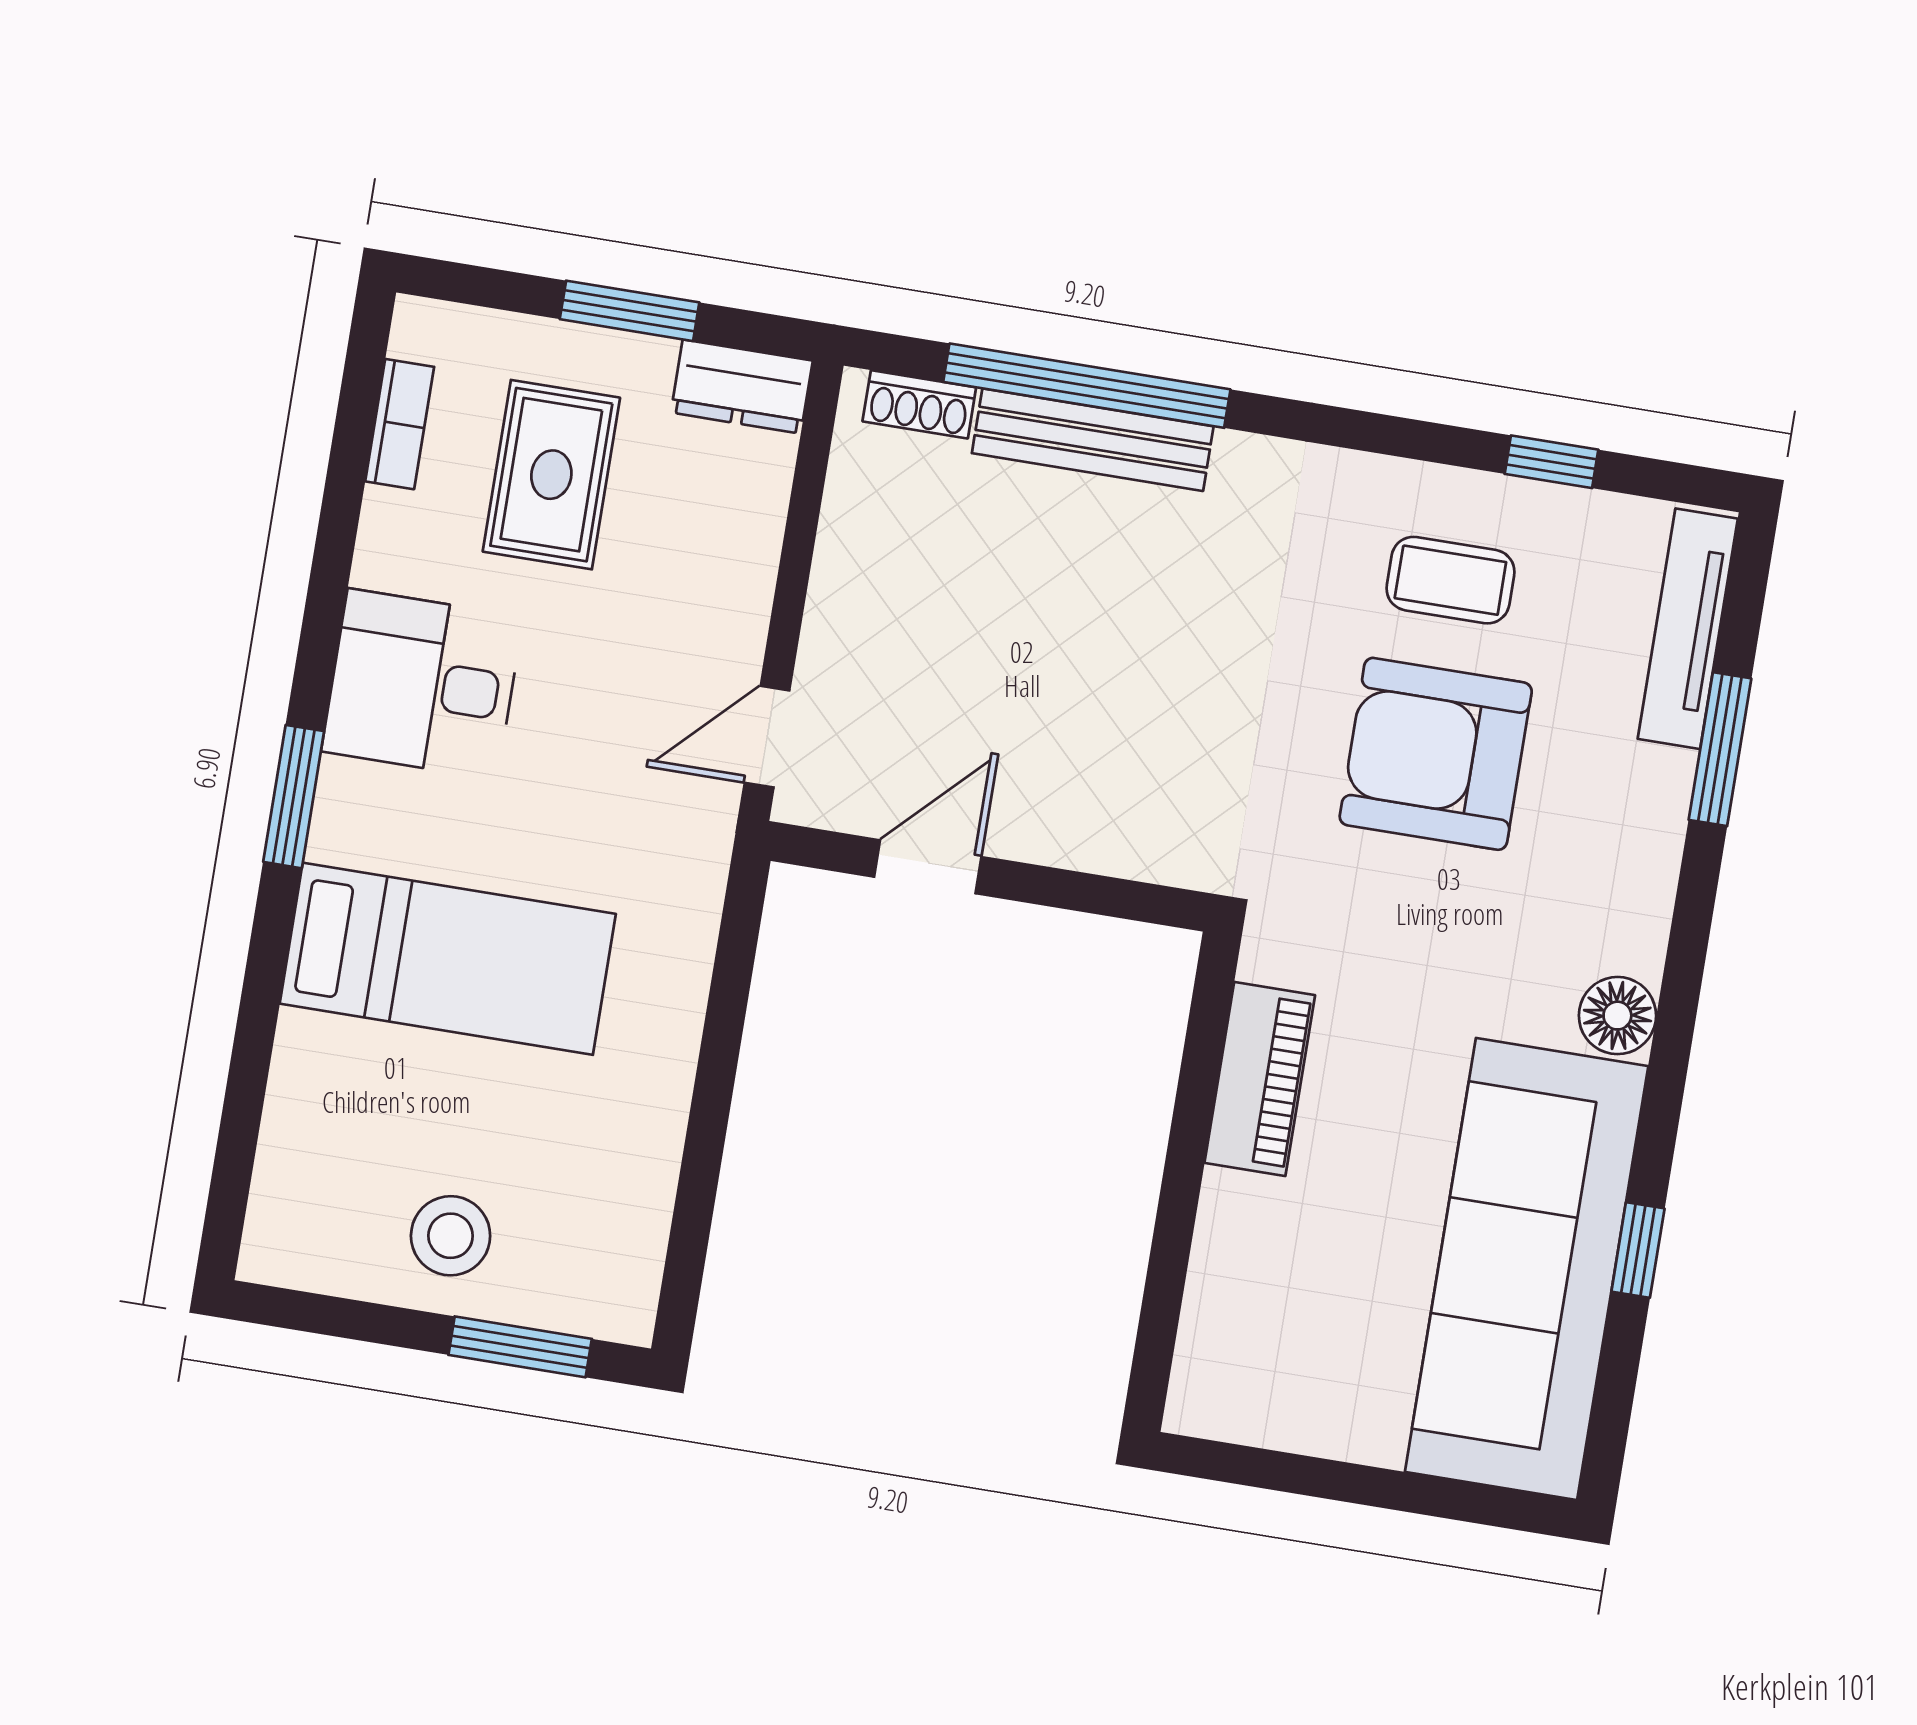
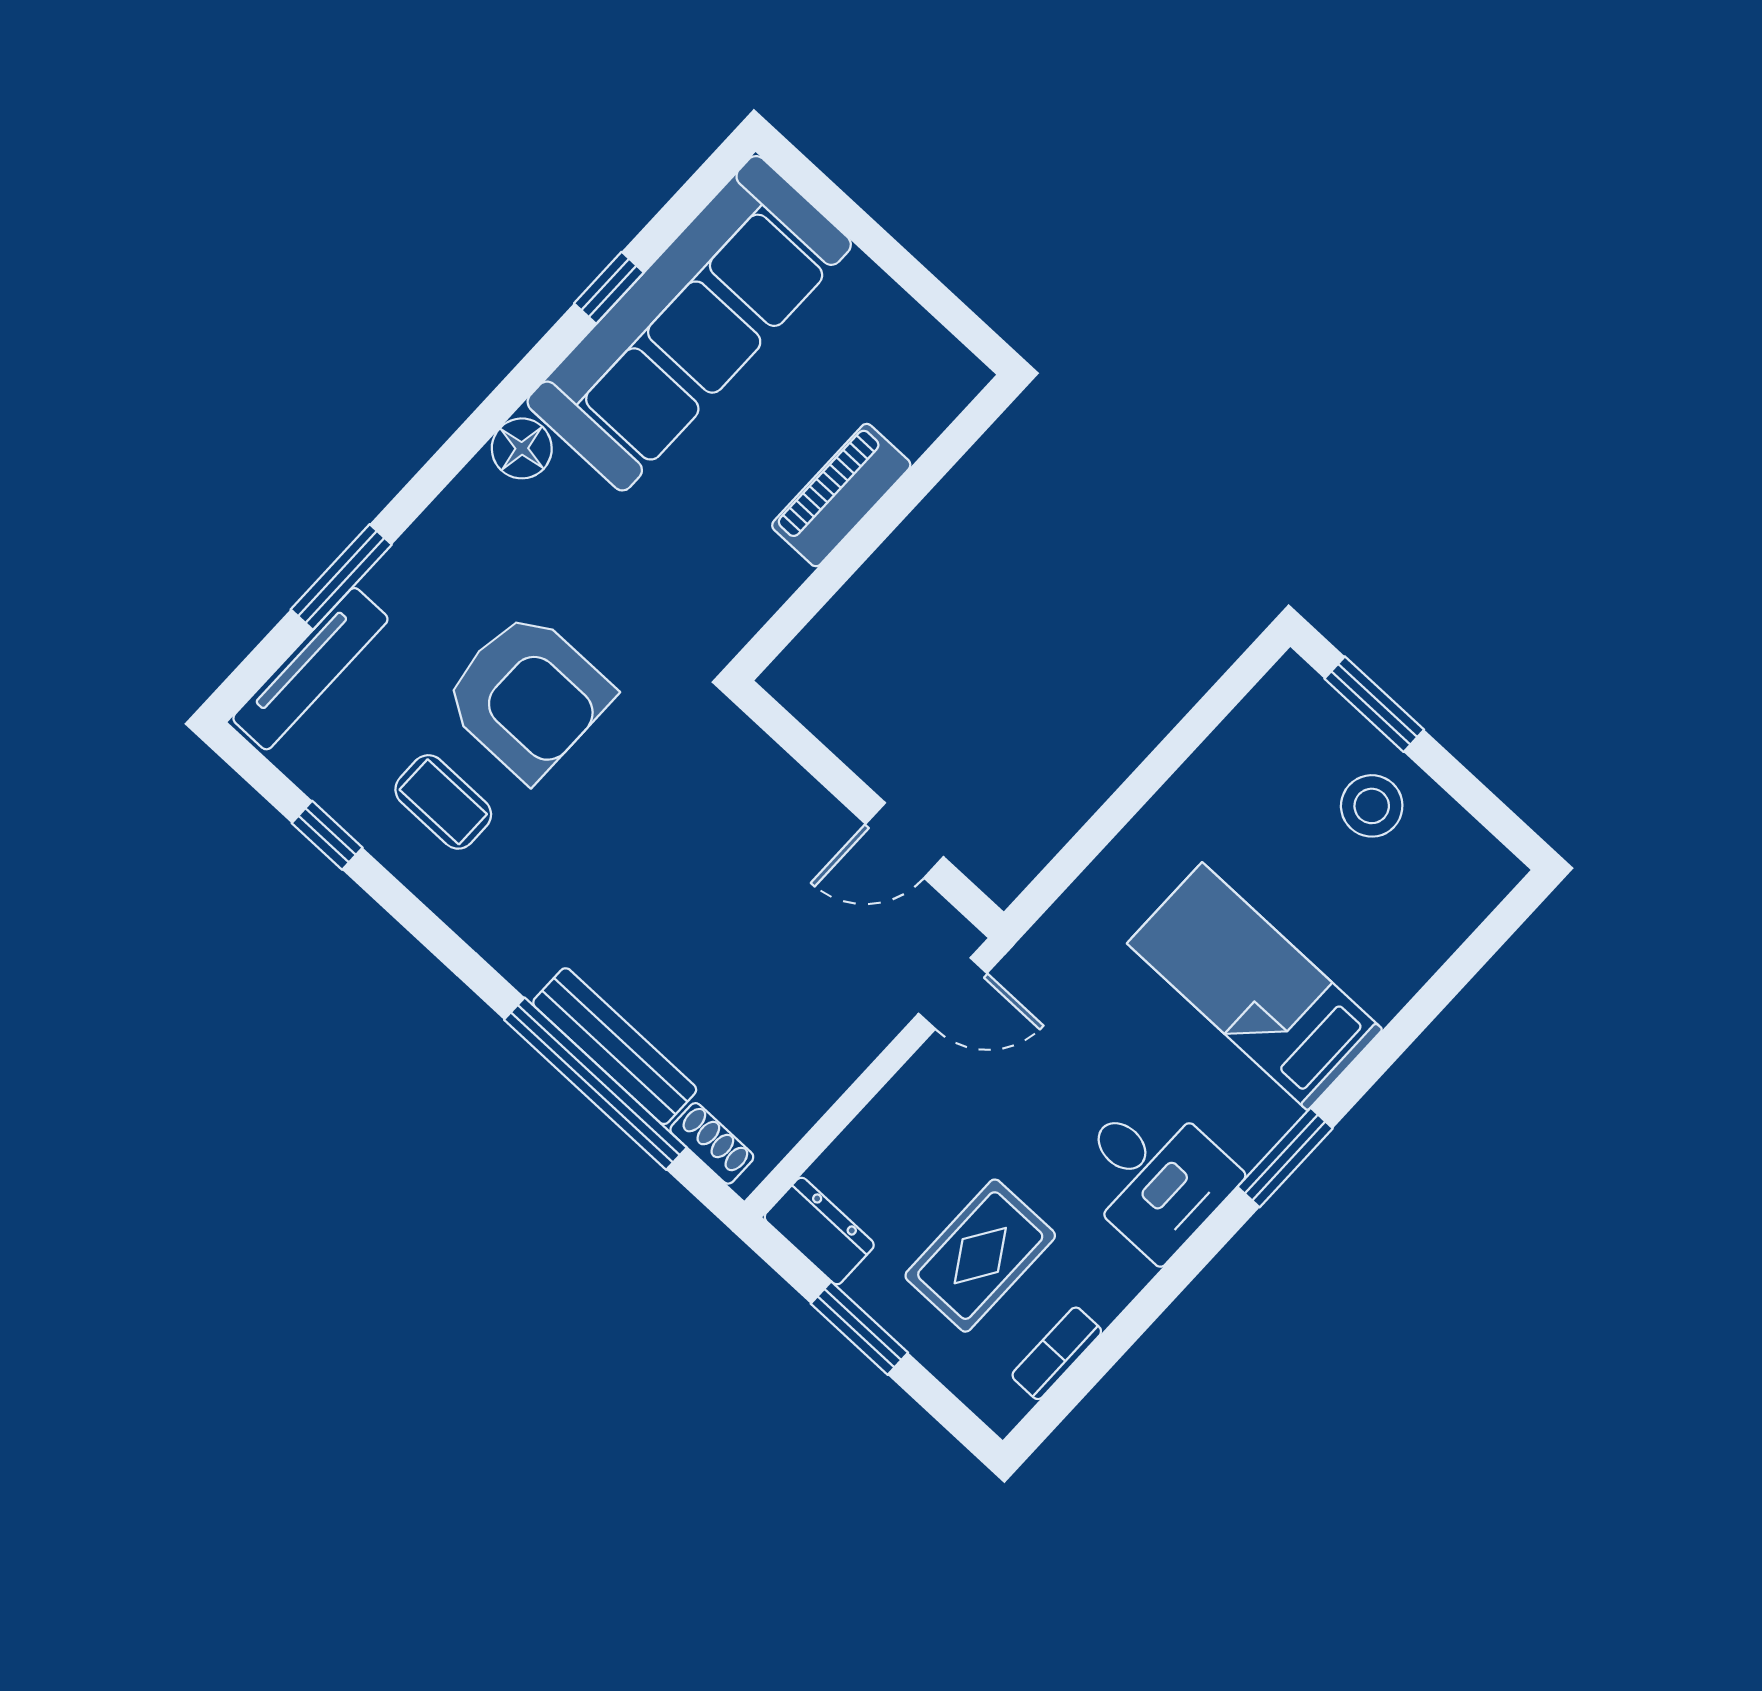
piano: (1260, 1079) -> (841, 495), moved

